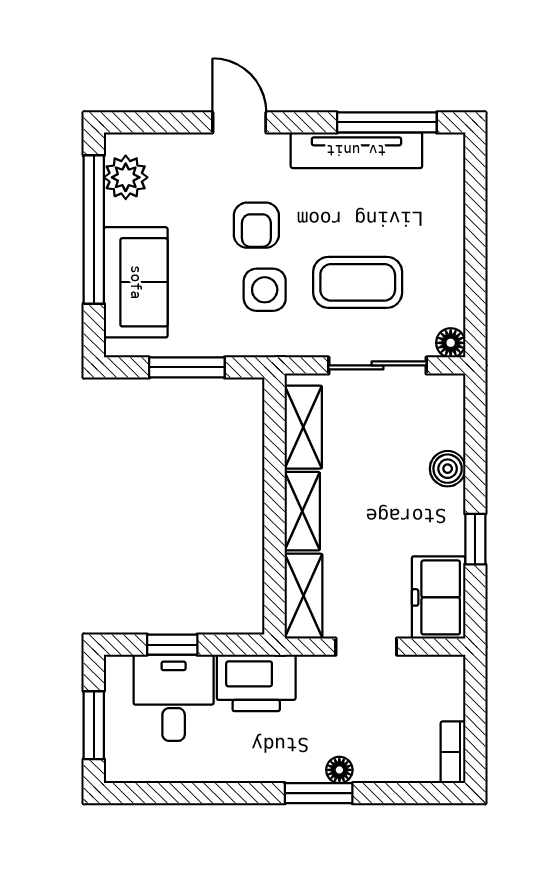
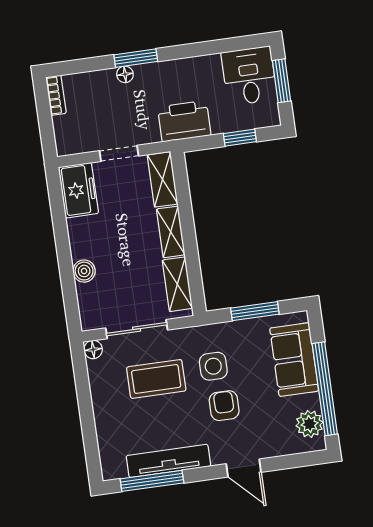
window: (475, 539) -> (61, 230), removed
desk: (174, 698) -> (249, 76), moved, turned 180

